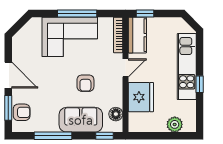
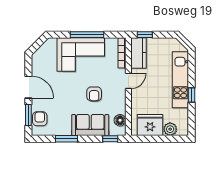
fridge: (141, 97) -> (150, 125), moved, turned -90
armchair: (22, 112) -> (40, 119), turned -90
window: (53, 136) -> (66, 139), width x0.69

